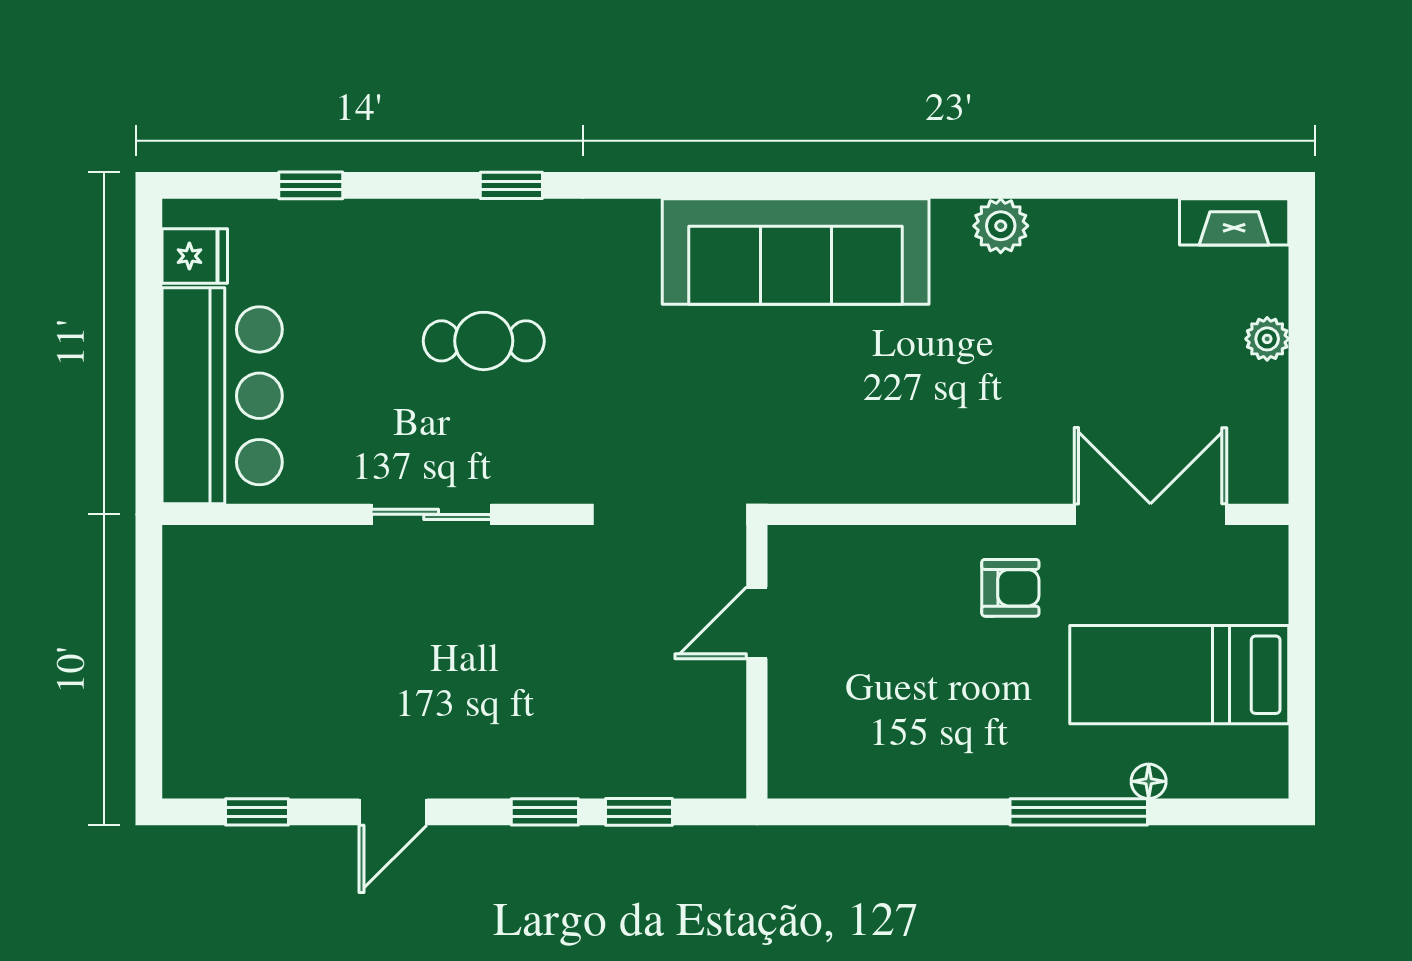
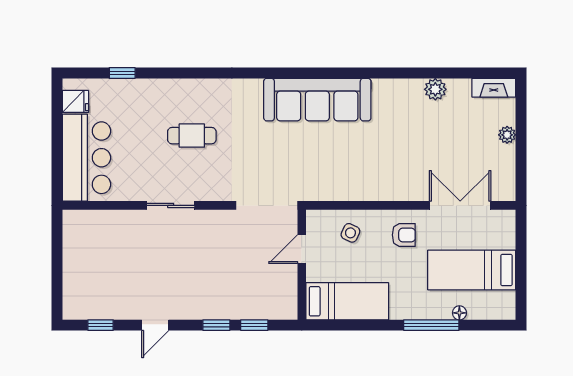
window: (511, 185) -> (203, 73), removed
plant: (1001, 226) -> (435, 89), moved
side table: (878, 583) -> (350, 233), added
bed: (870, 753) -> (347, 301), added

